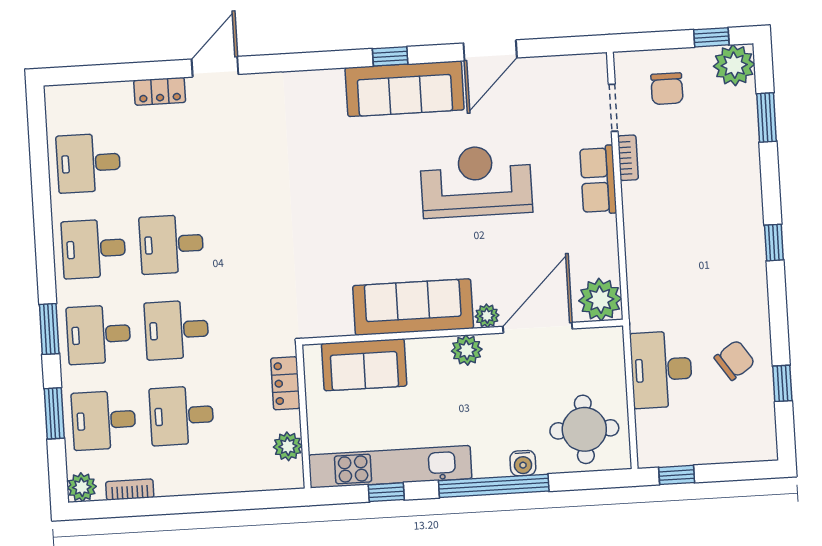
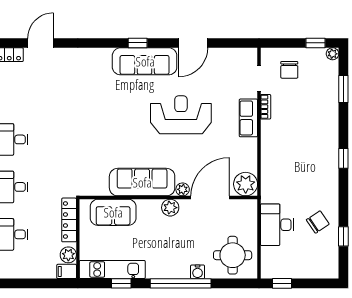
plant: (734, 65) -> (333, 54), width x0.53, depth x0.53
locker: (285, 383) -> (69, 220), width x1.53
kitchen unit: (390, 467) -> (112, 269), width x0.73
filing cabinet: (286, 476) -> (67, 271), added

